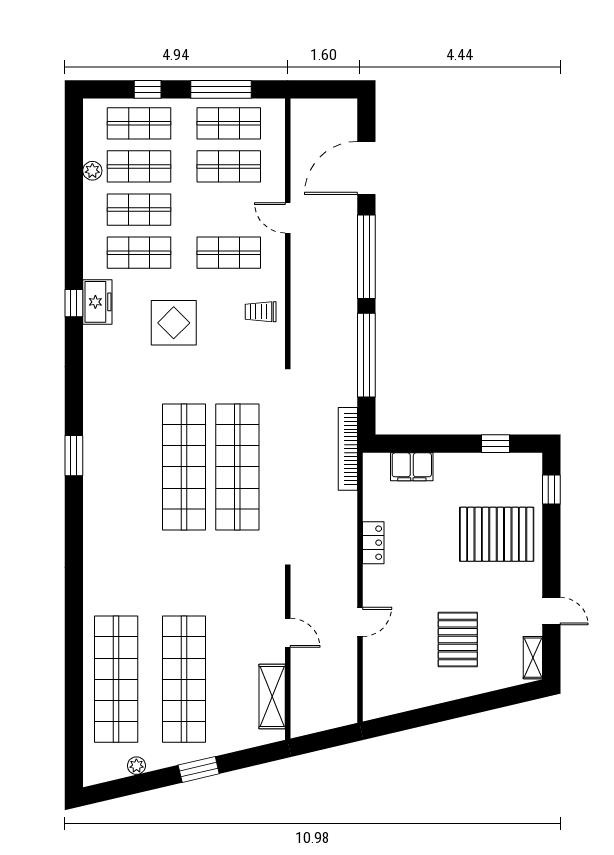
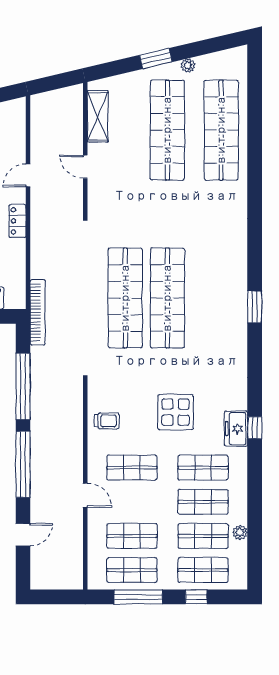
door: (366, 168) -> (23, 535), width x0.53
locker: (373, 543) -> (18, 221), moved
plant: (136, 766) -> (188, 66), moved

